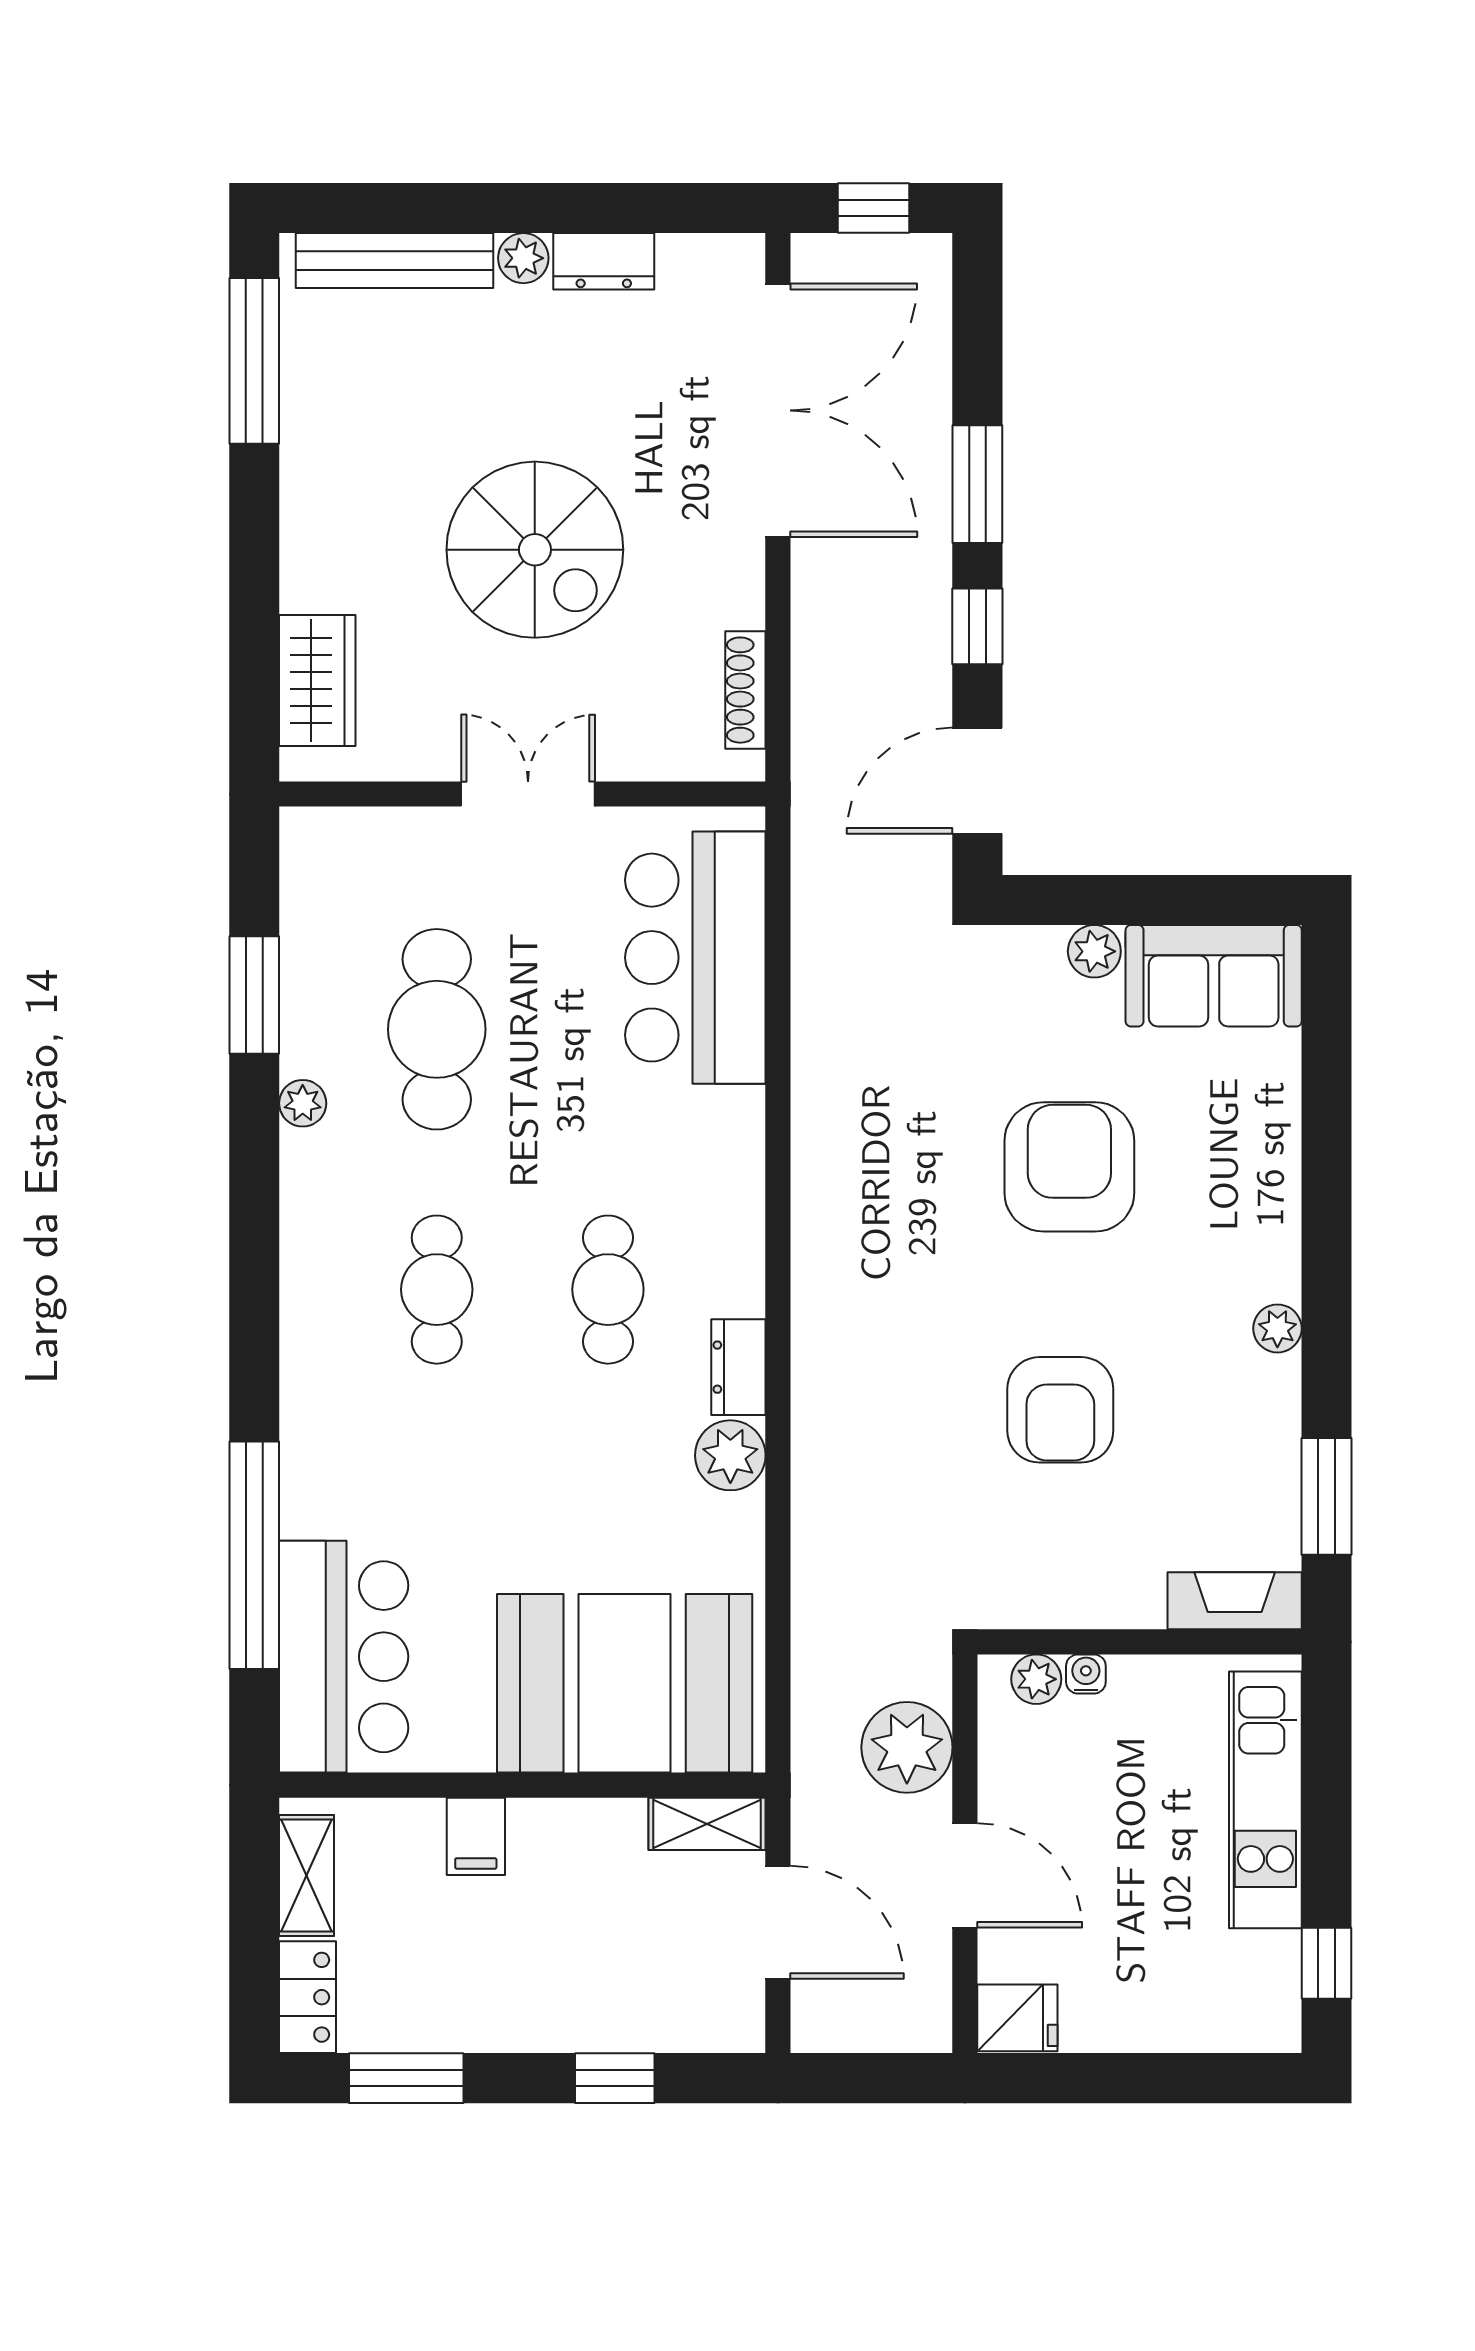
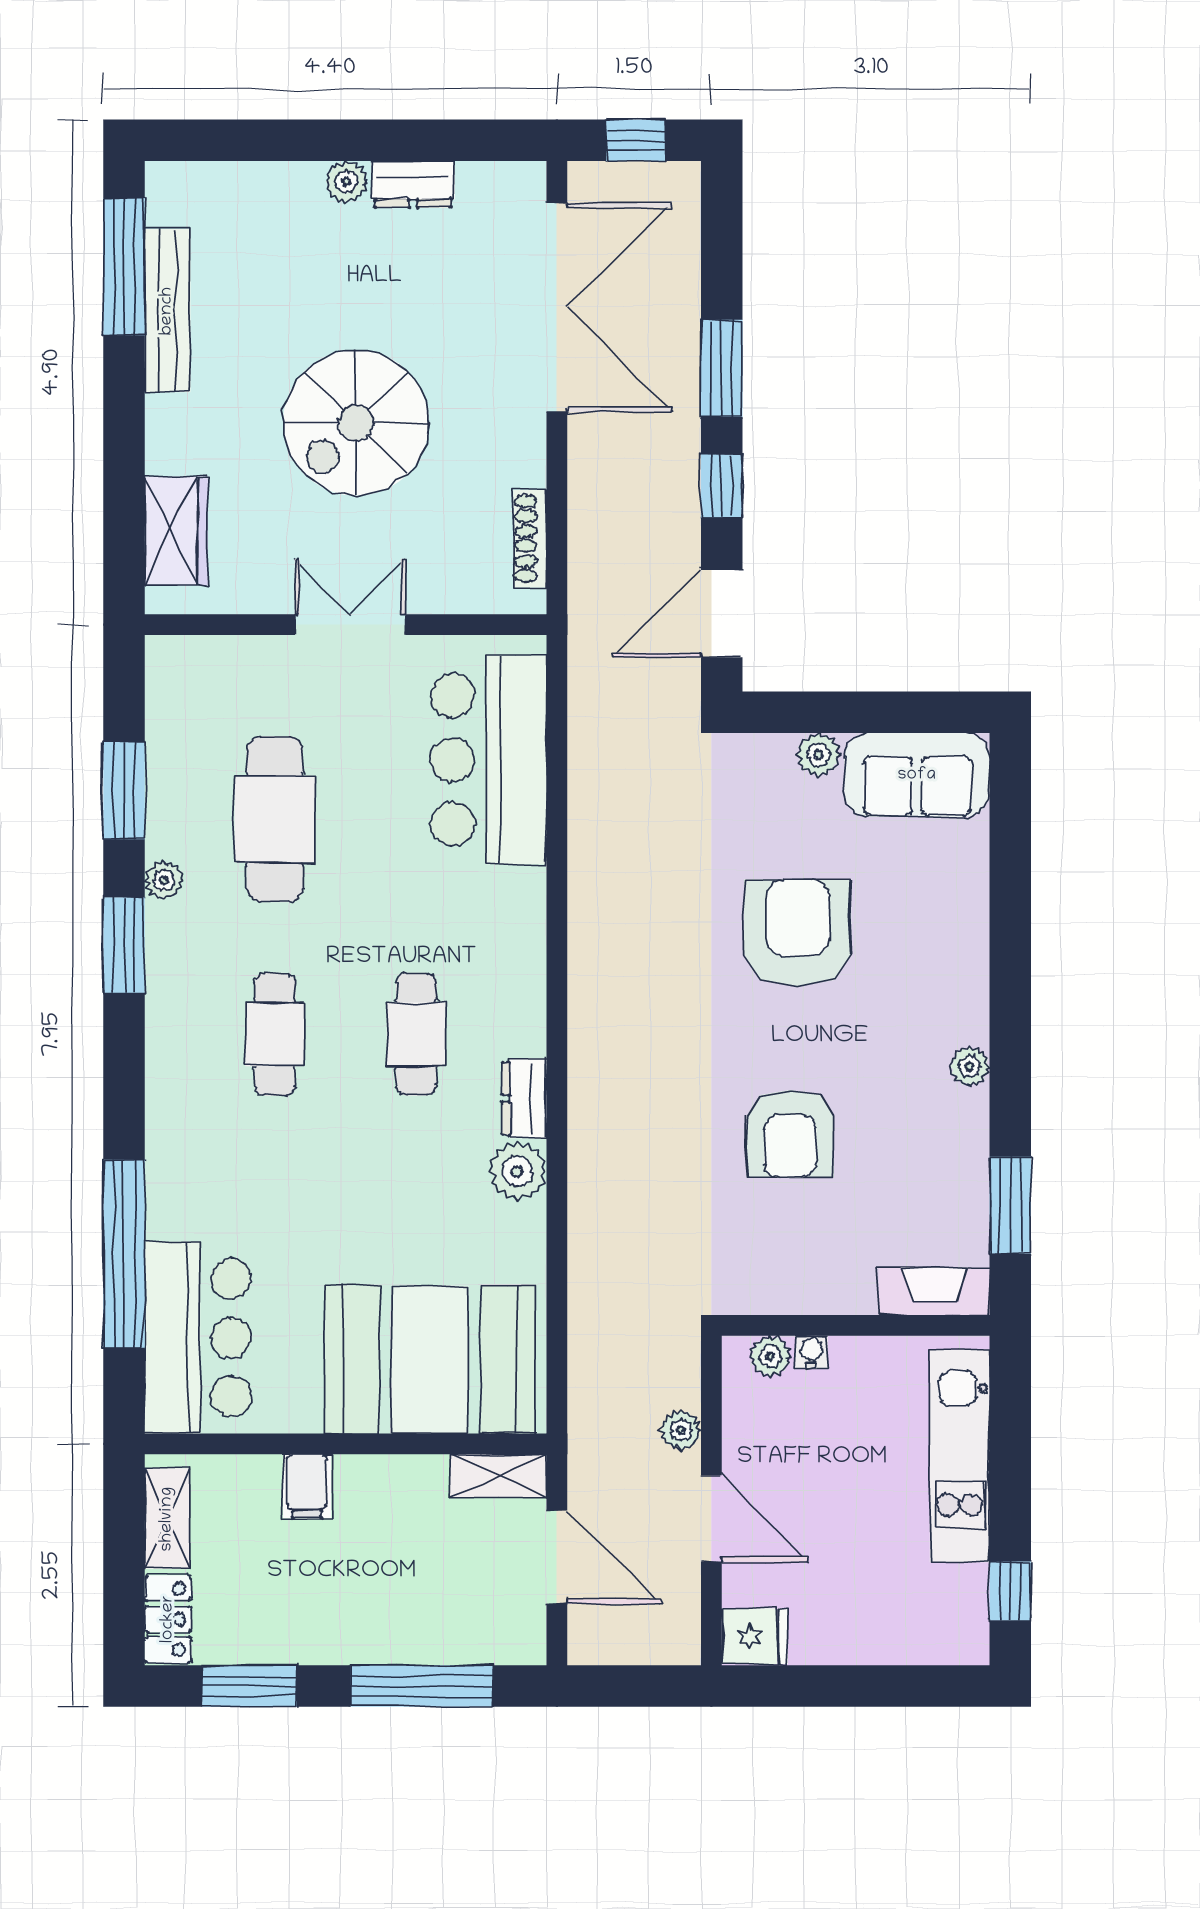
bench: (395, 261) -> (167, 311), moved, turned 90
spiral stairs: (535, 550) -> (356, 423), turned 90
window: (254, 1182) -> (124, 945), added
plant: (907, 1747) -> (681, 1430), width x0.53, depth x0.53
window: (615, 2078) -> (422, 1686), width x2.17

